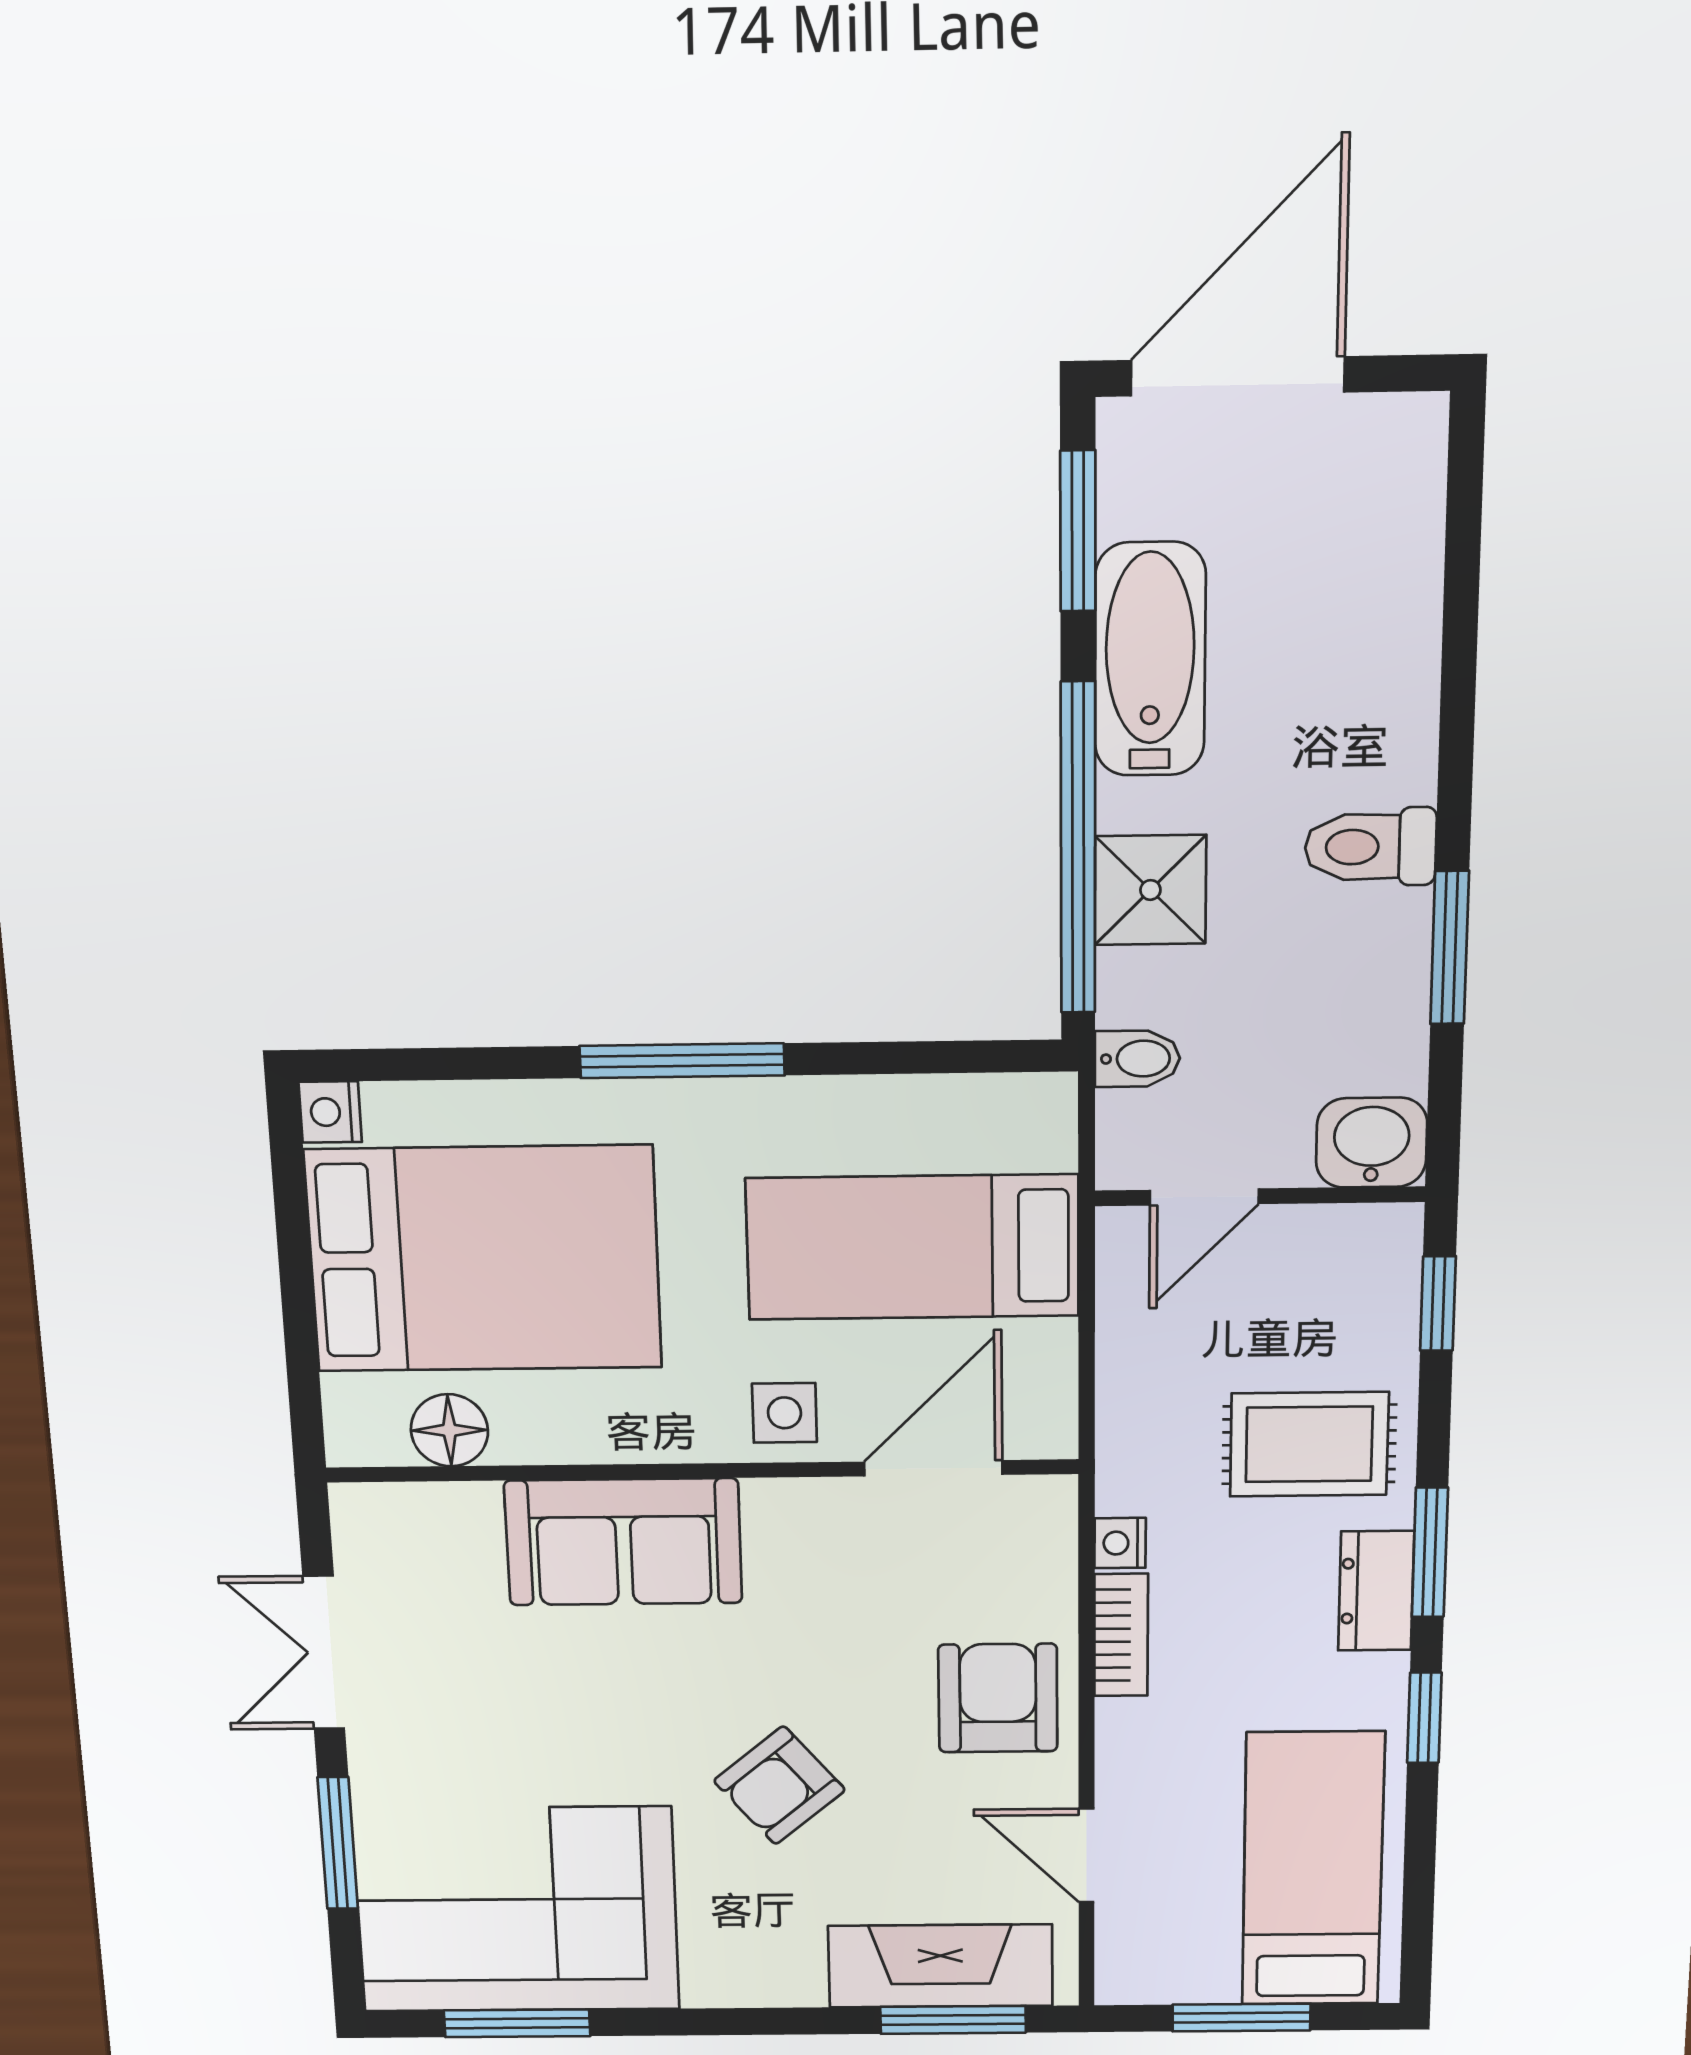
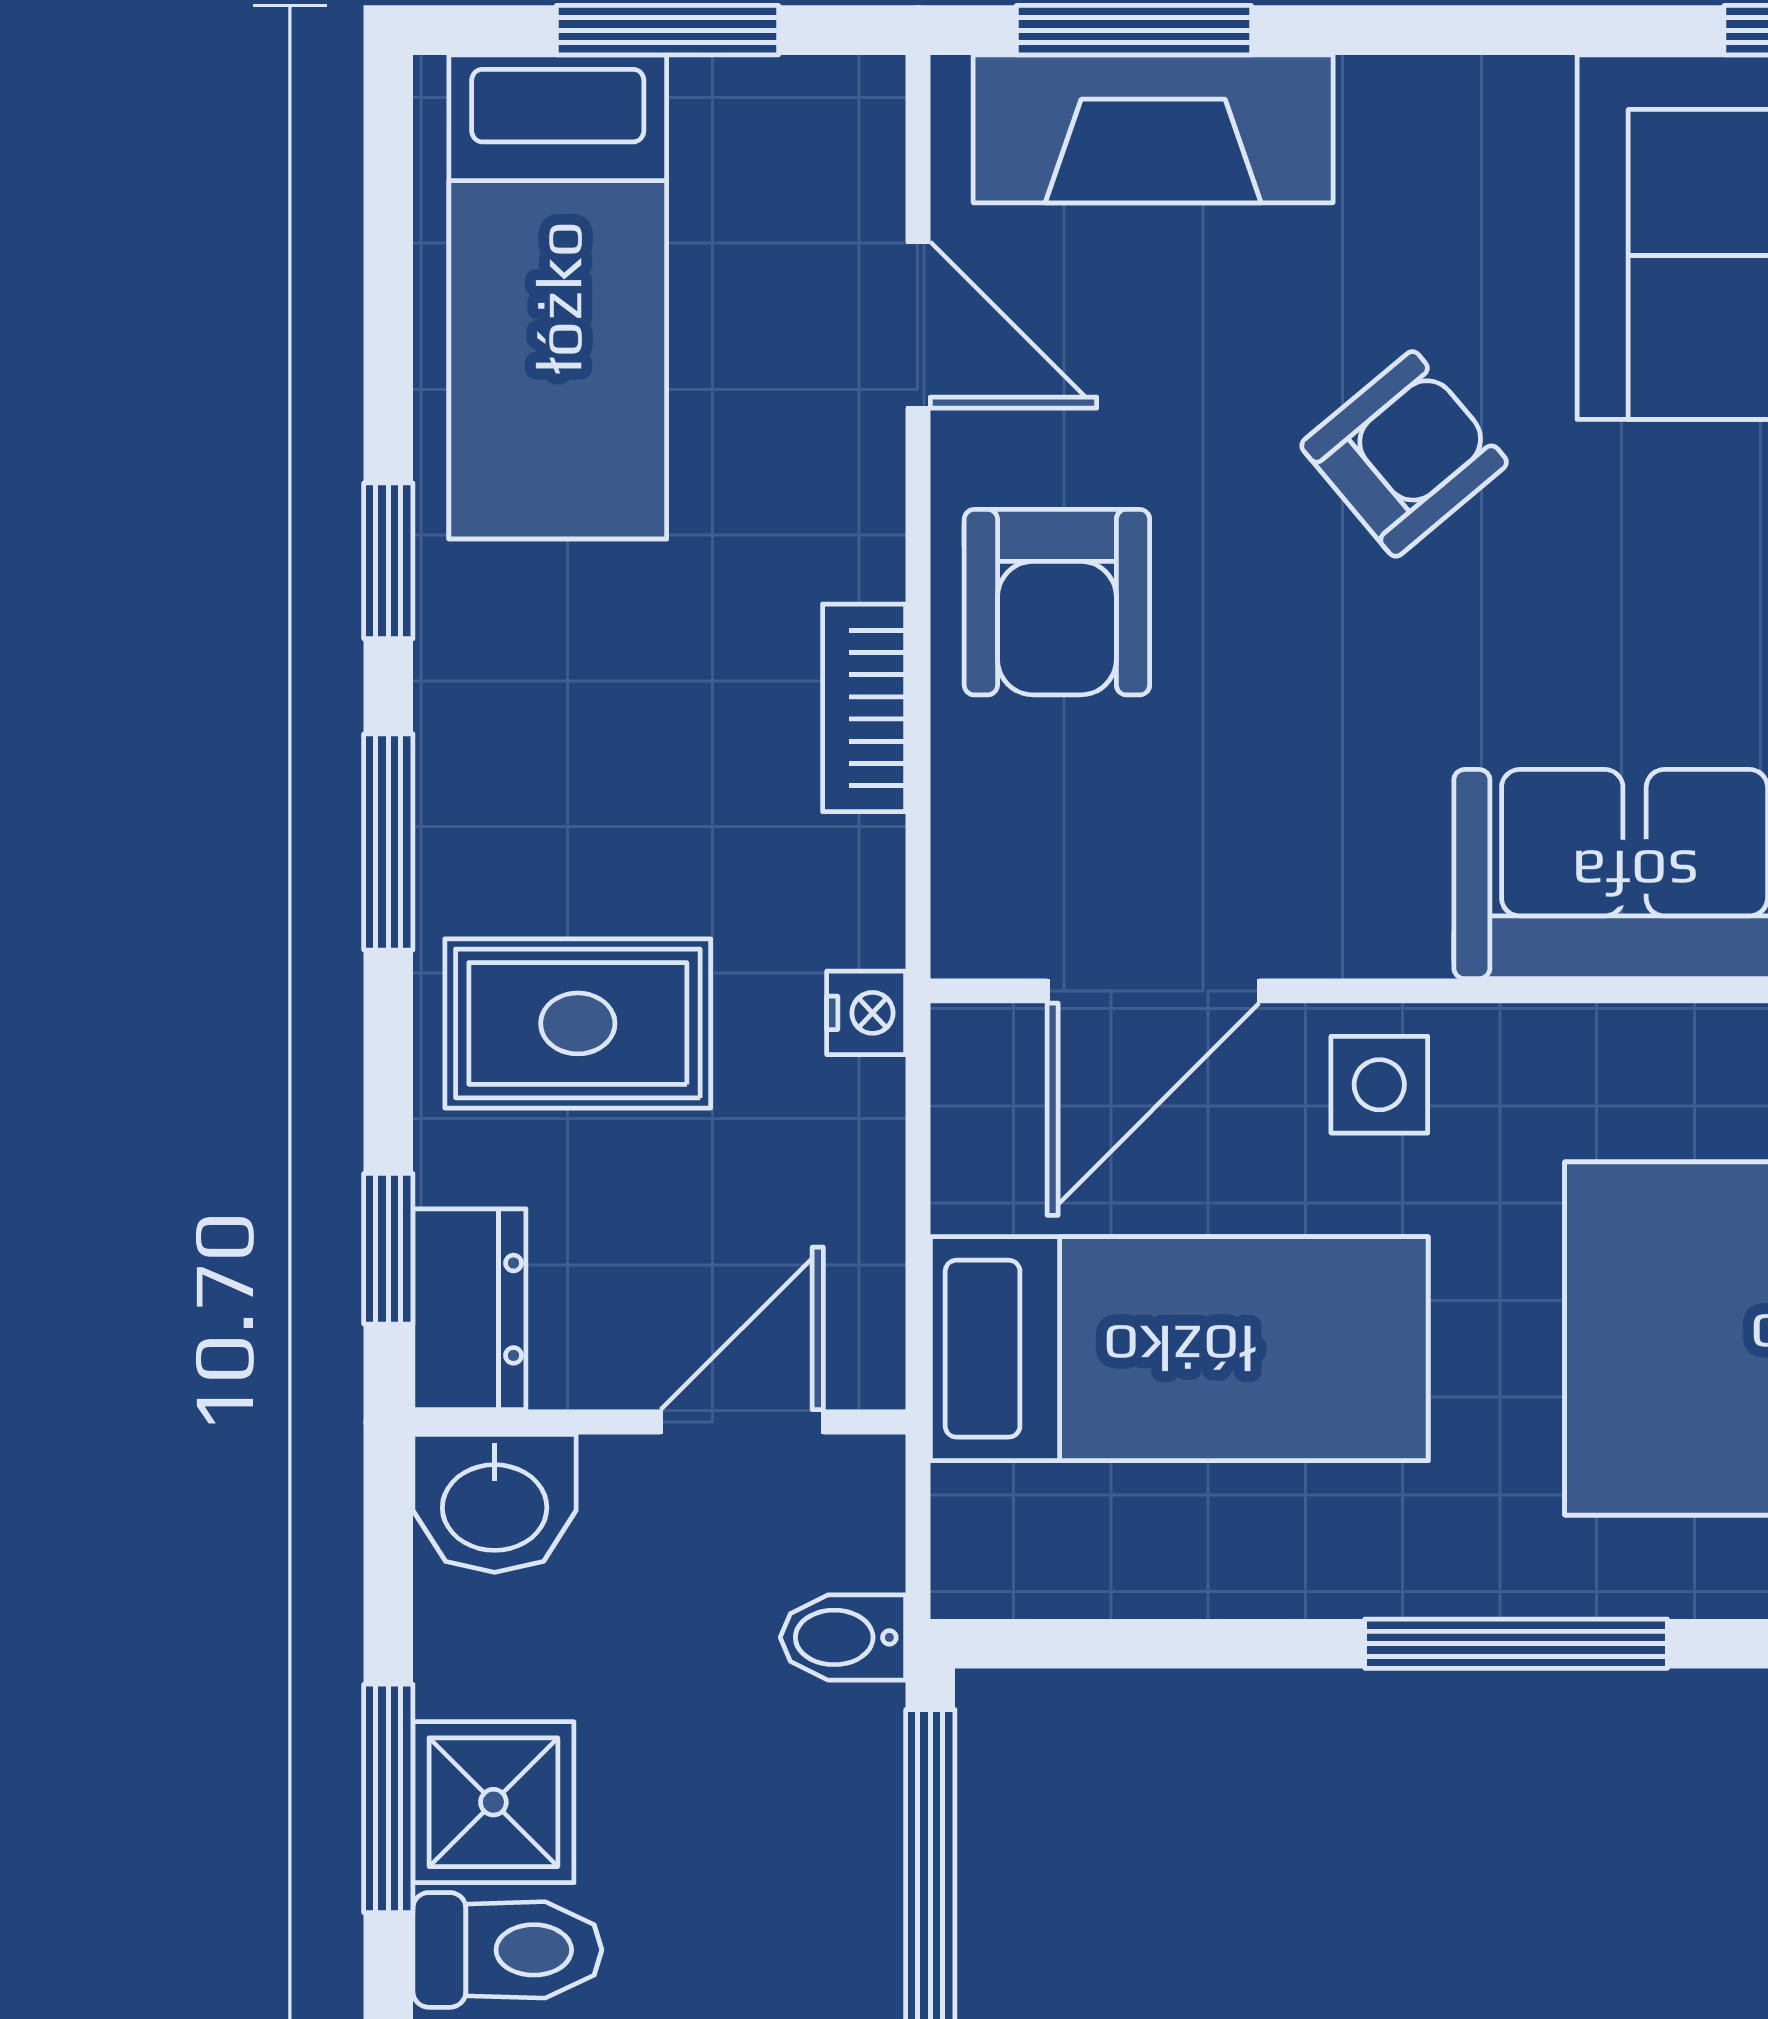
shower: (1150, 890) -> (493, 1802), moved
nightstand: (1120, 1543) -> (866, 1013), moved
dresser: (1376, 1591) -> (469, 1309), moved

